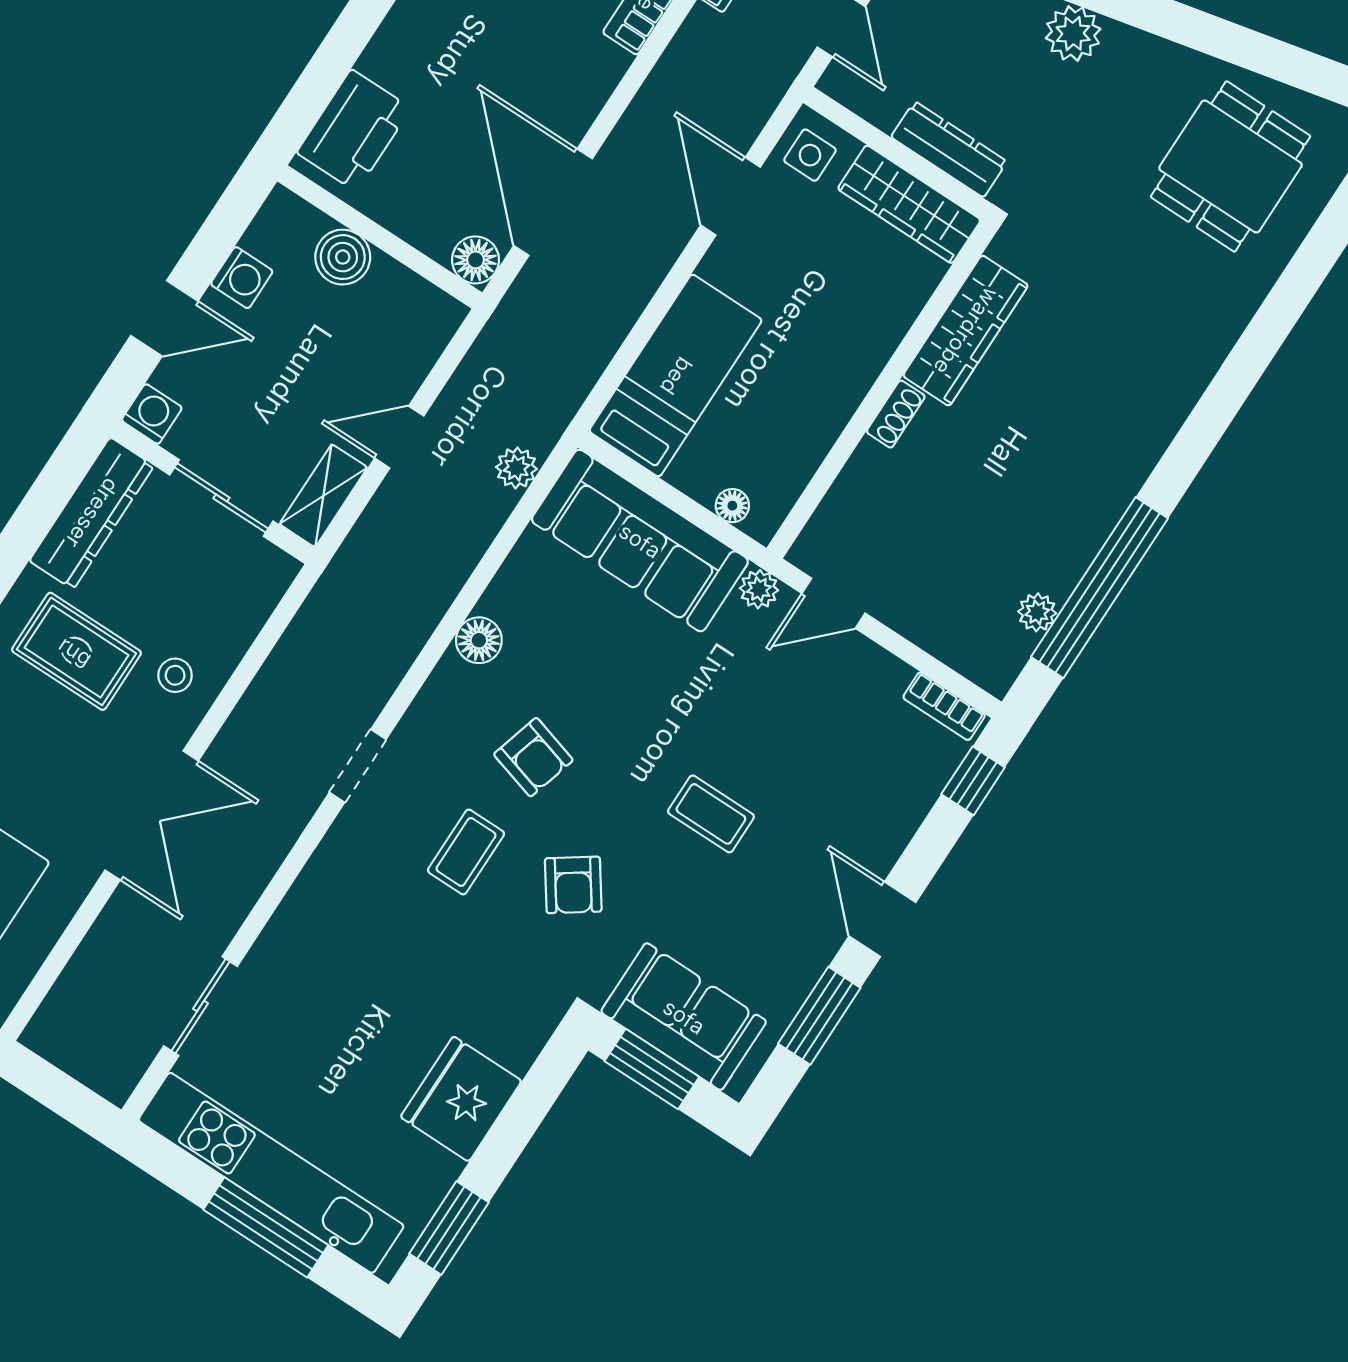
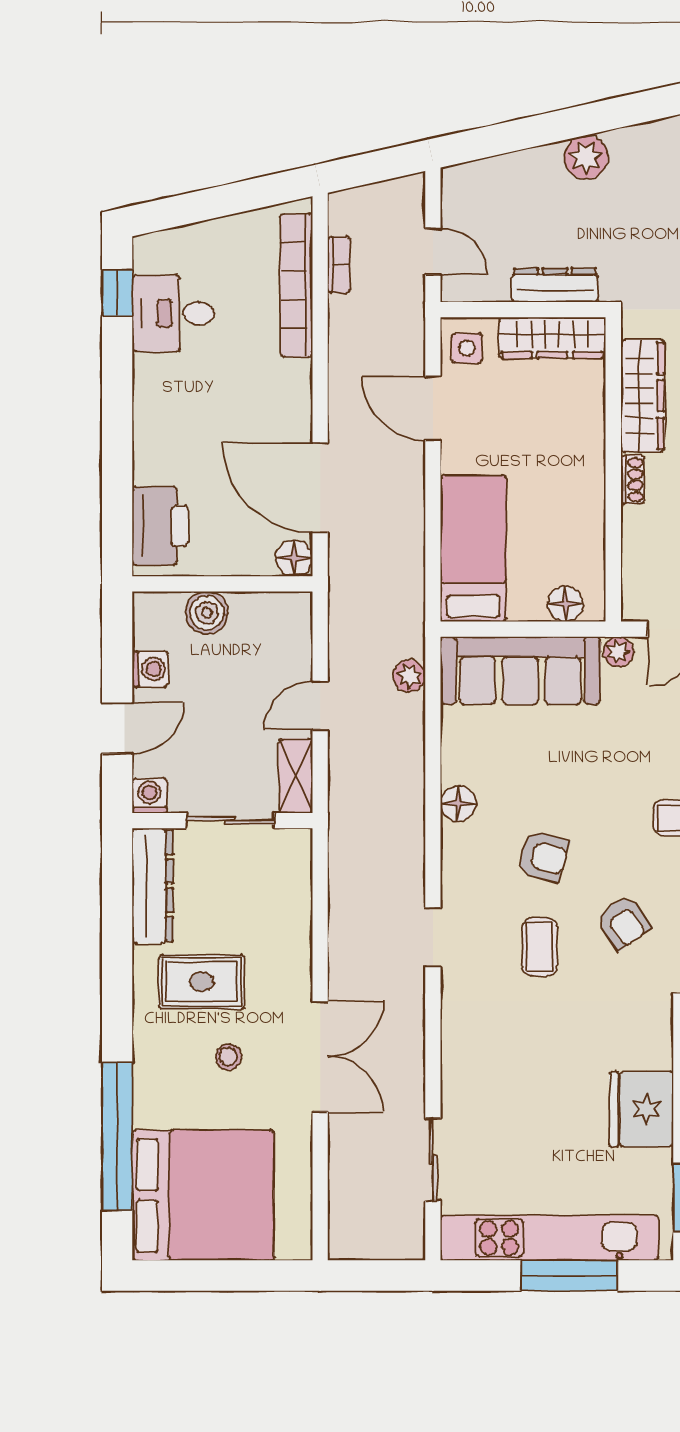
floor lamp: (732, 506) -> (565, 604), width x1.37, depth x1.37
stool: (175, 675) -> (228, 1057), moved

